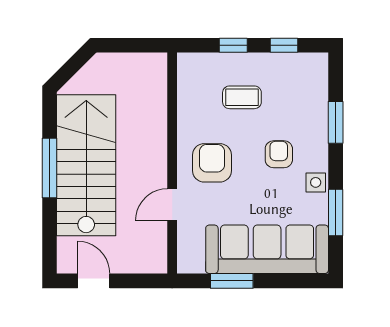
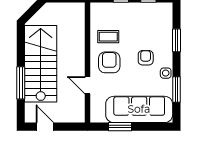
coffee table: (242, 97) -> (108, 37), moved
window: (50, 168) -> (21, 83), moved
door: (172, 205) -> (88, 85), hinge flipped

